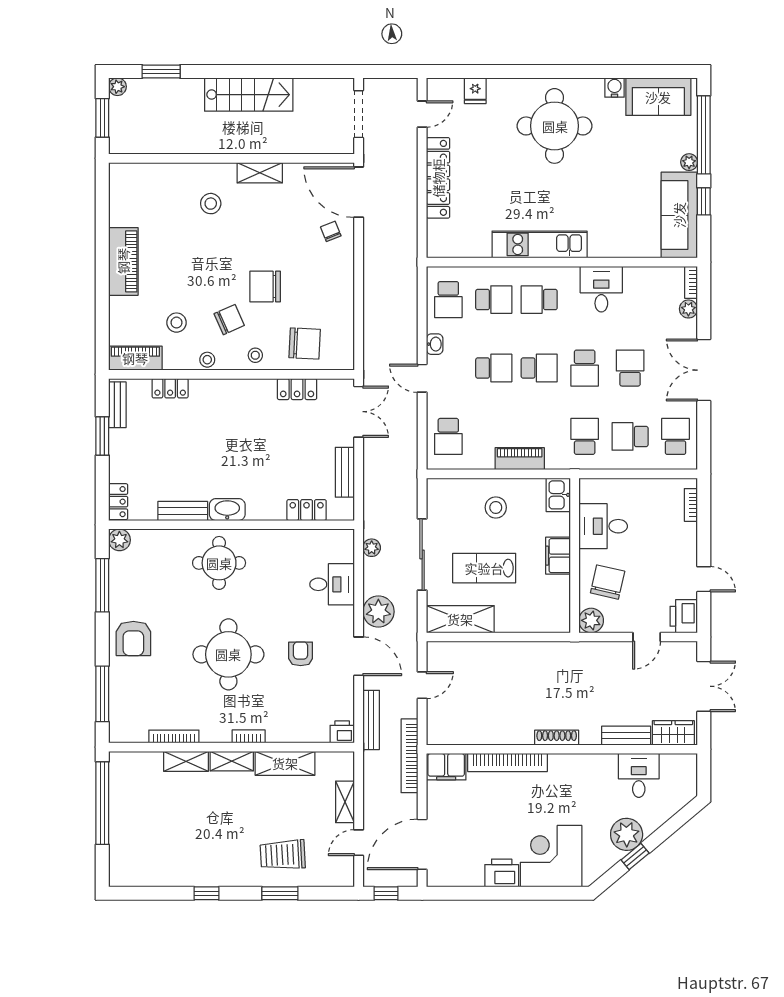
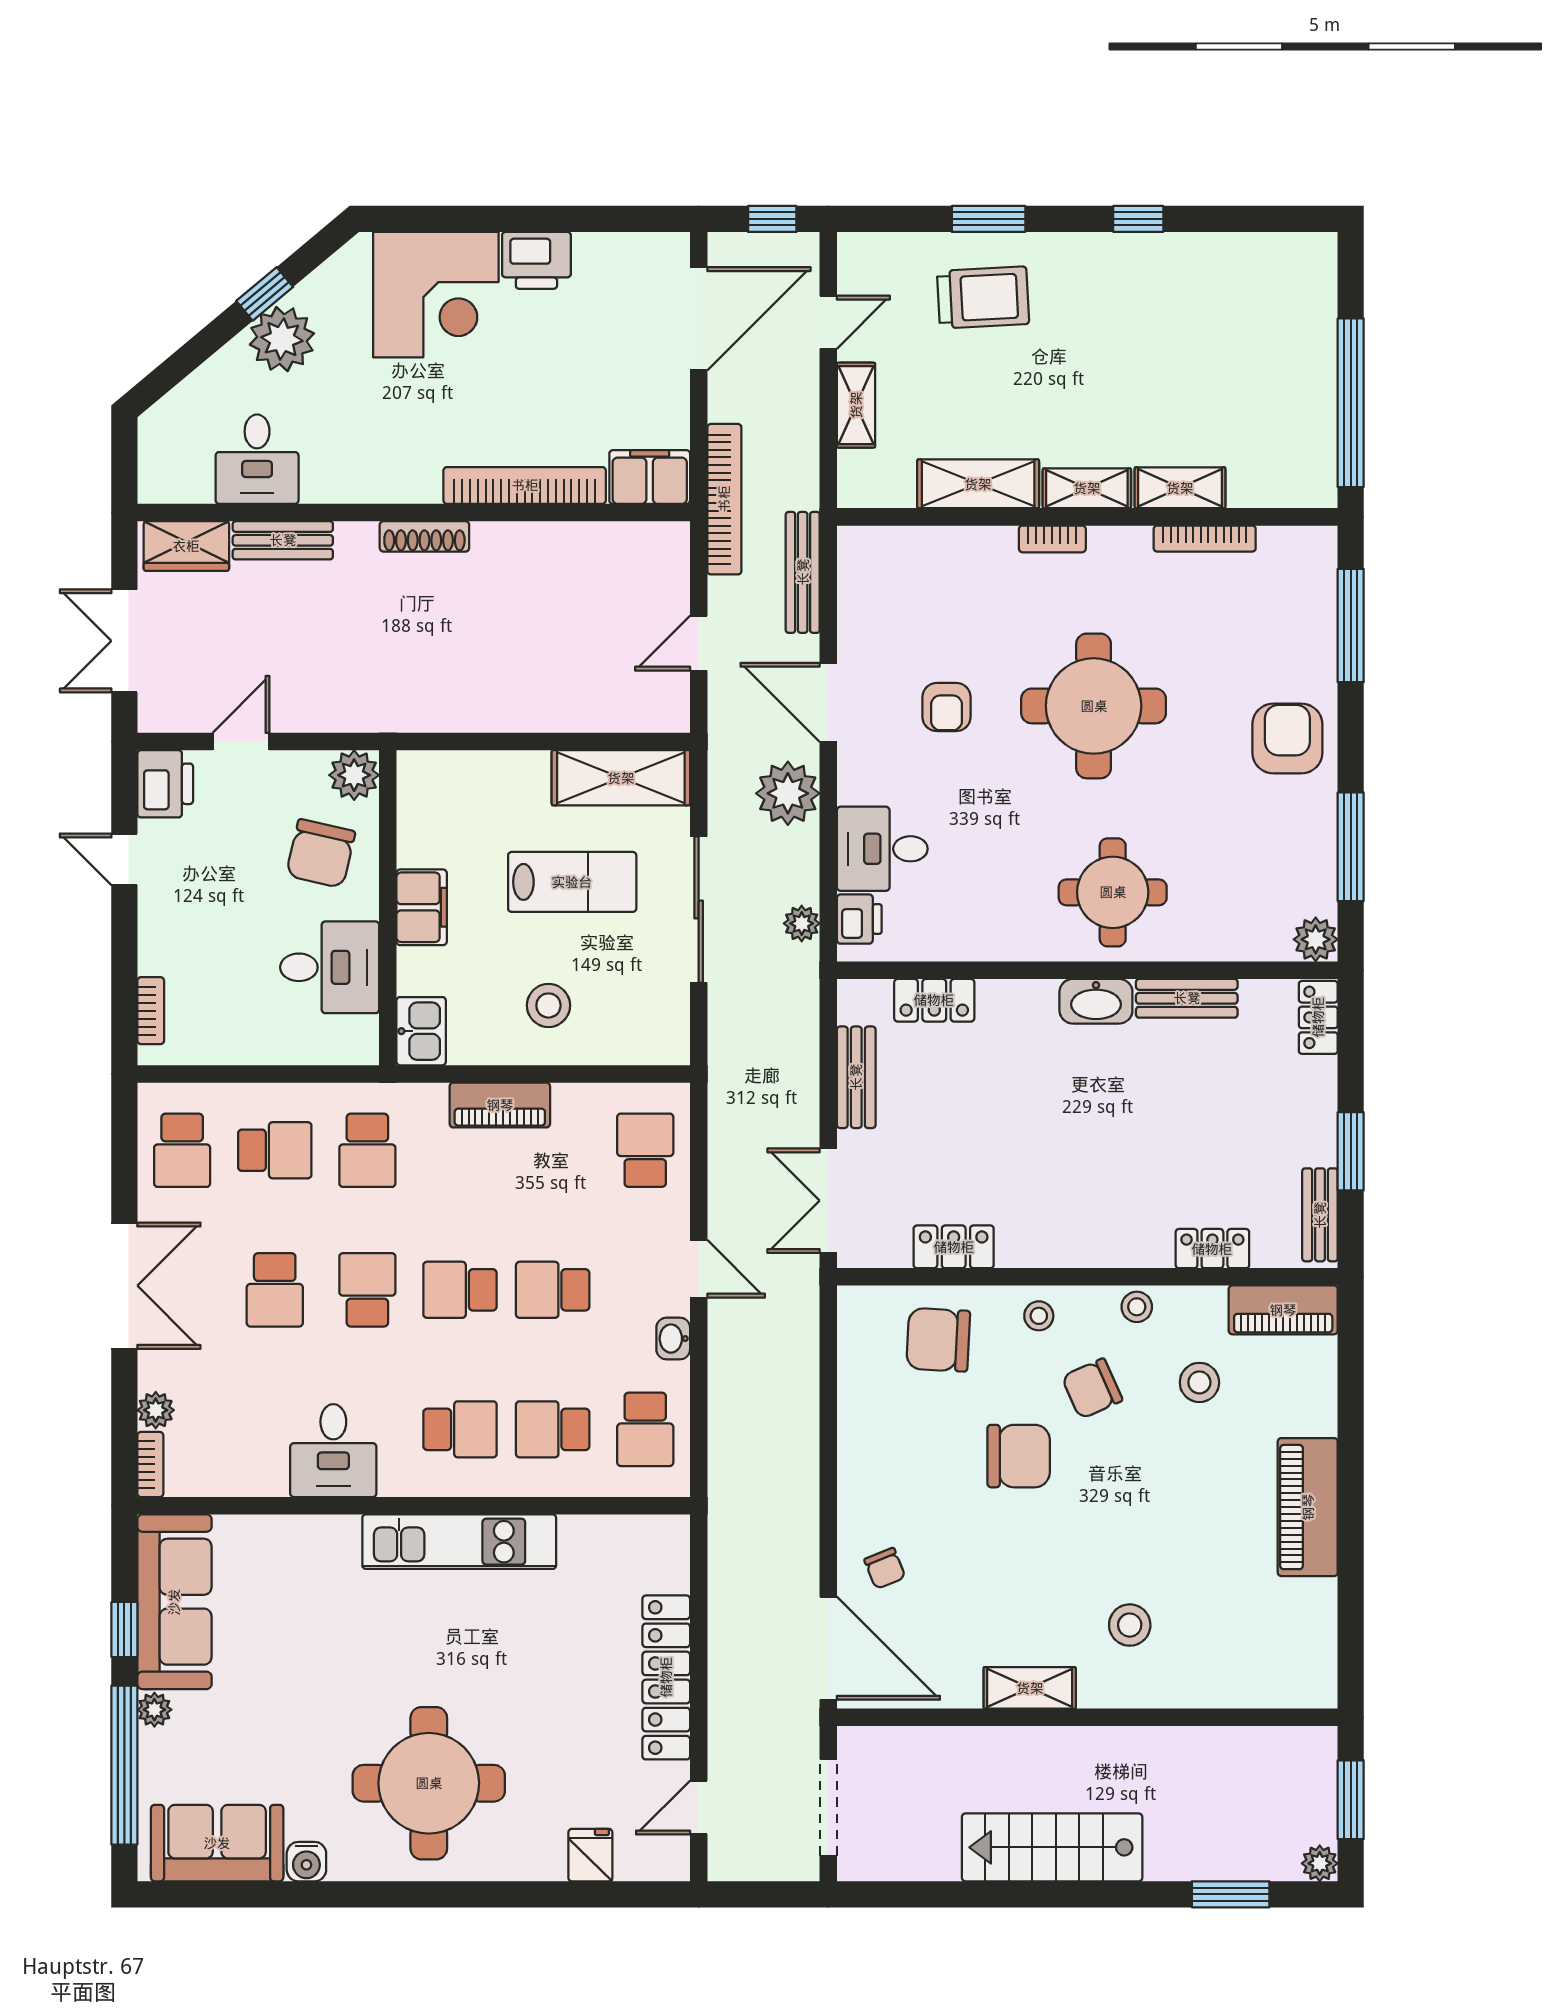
school desk: (448, 300) -> (645, 1429), turned 180
printer: (342, 732) -> (859, 919), moved, turned -90

